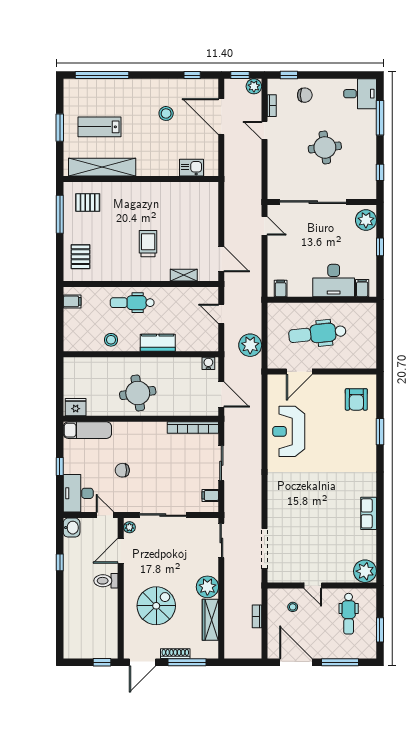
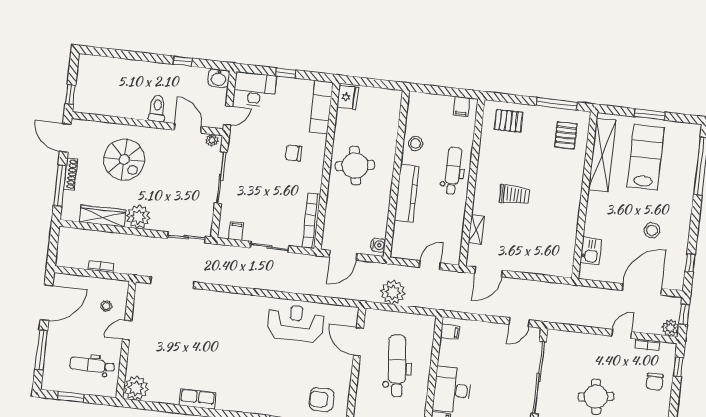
lab bench: (99, 127) -> (646, 157), width x1.36, depth x1.39
kitchen counter: (158, 343) -> (407, 193), width x1.50
chair: (122, 470) -> (293, 153), moved, turned -90

